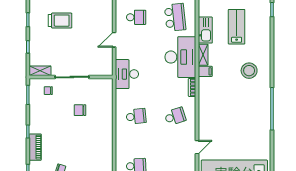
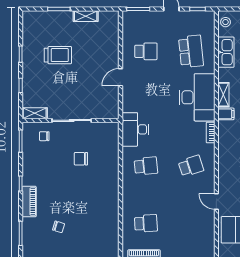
kitchen sink: (205, 30) -> (226, 52), moved
desk: (127, 74) -> (135, 129), moved
door: (197, 147) -> (216, 202), swing flipped

